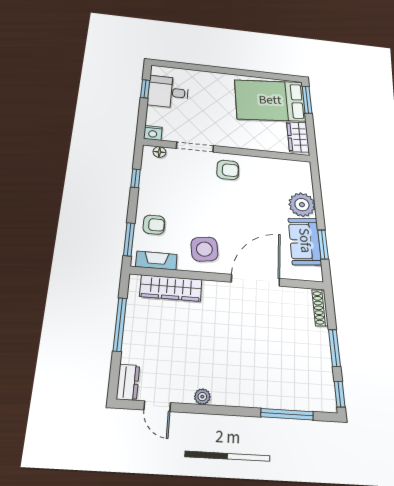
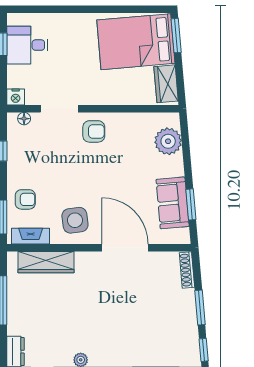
plant: (302, 205) -> (168, 141), moved
door: (256, 280) -> (125, 248), hinge flipped

